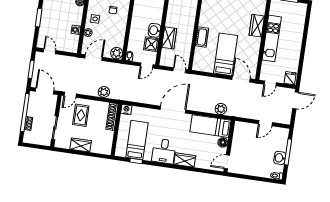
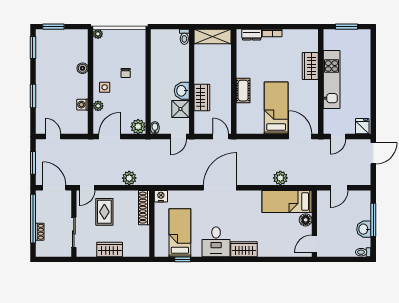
bed: (210, 126) -> (287, 201), moved
floor lamp: (223, 142) -> (306, 220), moved
wall: (229, 146) -> (314, 224), moved
door: (227, 162) -> (314, 244), moved

